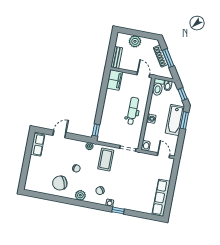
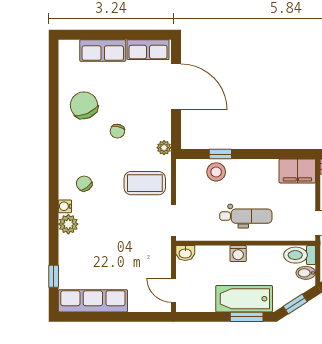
stool: (107, 122) -> (216, 172), added
window: (96, 130) -> (220, 154), moved
door: (59, 134) -> (176, 87), width x1.87
door: (164, 155) -> (173, 290), swing flipped
row of seats: (33, 168) -> (103, 50), added
plant: (80, 195) -> (68, 224), moved
window: (118, 210) -> (54, 276), moved

